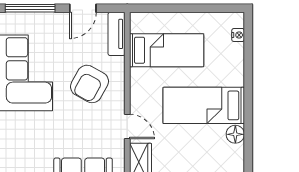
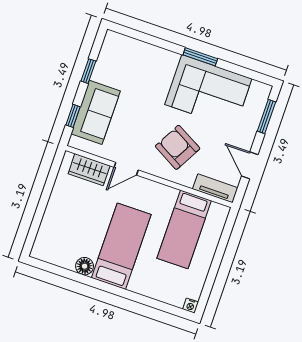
window: (30, 8) -> (266, 117), width x0.69
nightstand: (238, 35) -> (191, 306), moved

